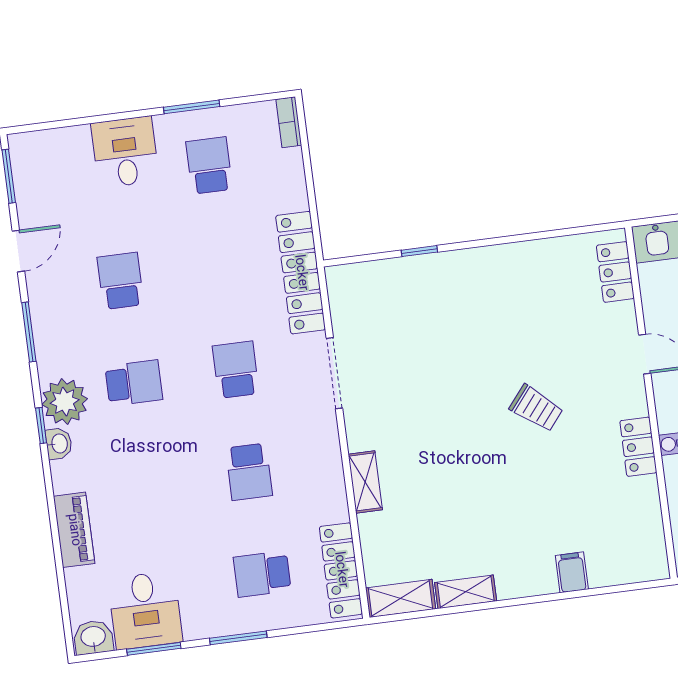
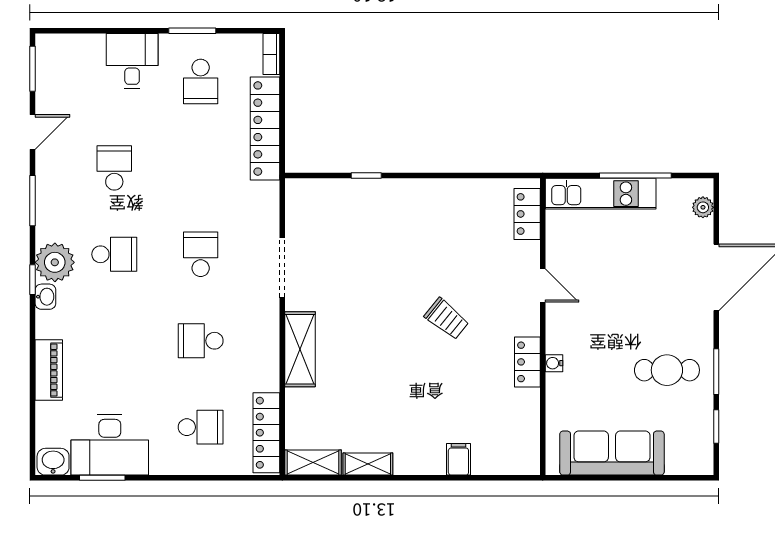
school desk: (209, 165) -> (201, 81), turned 180
locker: (301, 273) -> (265, 129), moved
school desk: (249, 472) -> (201, 341), turned 90
shelving: (365, 482) -> (300, 349), width x1.50, depth x1.33
school desk: (262, 574) -> (201, 427), turned 180
desk: (145, 610) -> (110, 445), width x1.37
window: (238, 638) -> (174, 478), removed

